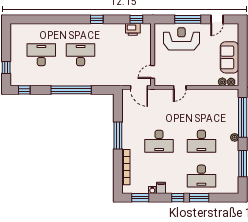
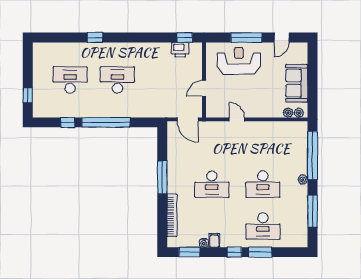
window: (97, 19) -> (95, 38), moved
door: (153, 72) -> (204, 88), moved
door: (180, 87) -> (237, 119), swing flipped
window: (24, 90) -> (68, 122), moved

